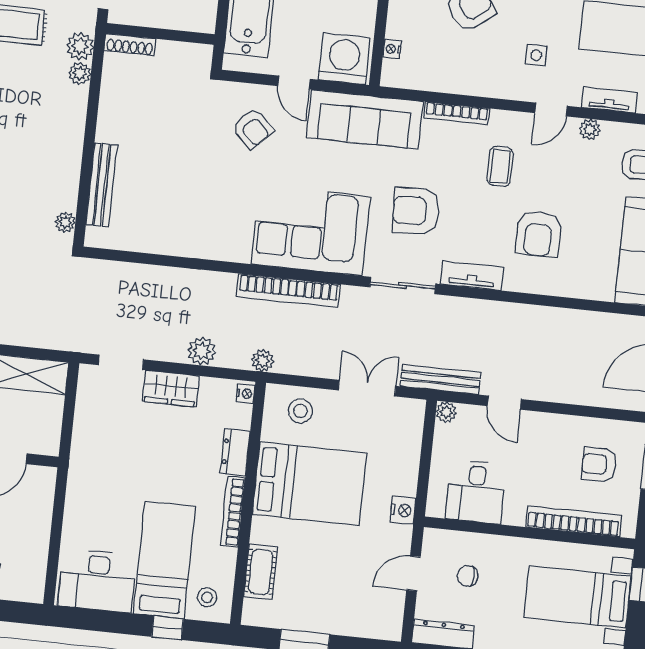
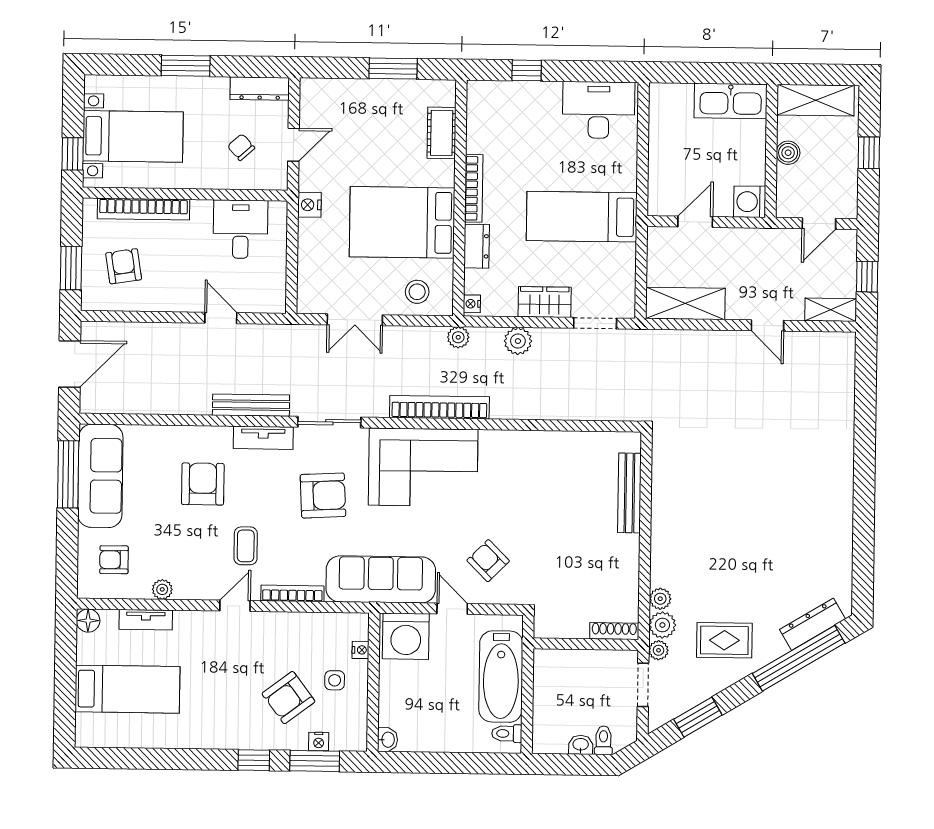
side table: (536, 55) -> (335, 680), moved
door: (551, 110) -> (235, 606), moved
plant: (65, 222) -> (659, 650), moved
bench: (441, 379) -> (251, 405), moved
plant: (446, 412) -> (276, 303), removed
armchair: (599, 465) -> (124, 266), turned -99
bed: (164, 560) -> (582, 217), moved, turned 90
chair: (468, 576) -> (241, 147), turned -132
stool: (207, 597) -> (491, 104), removed

